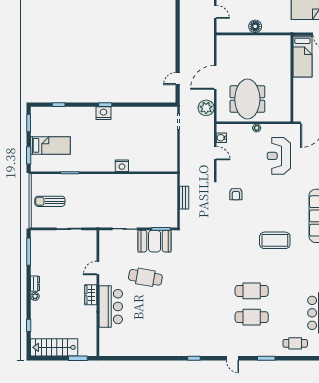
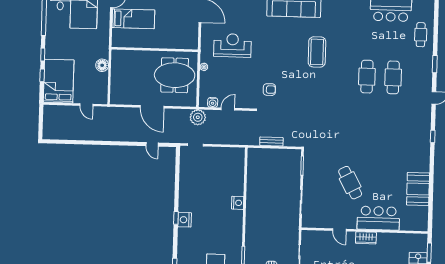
door: (215, 12) -> (86, 105), swing flipped
wall: (292, 78) -> (155, 50), moved
plant: (206, 108) -> (198, 117), moved
reception desk: (279, 156) -> (232, 45), turned 180
booth: (155, 241) -> (418, 189), moved
cafe table: (145, 277) -> (350, 183), turned -38

